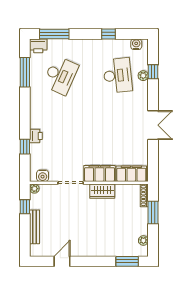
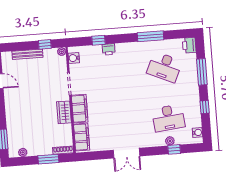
window: (54, 34) -> (202, 72), moved
window: (25, 72) -> (151, 36), moved

